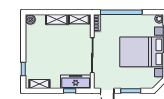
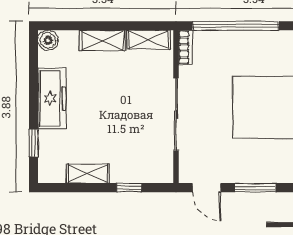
freezer: (76, 82) -> (52, 98), moved, turned 90
shelving: (39, 84) -> (88, 174), moved

